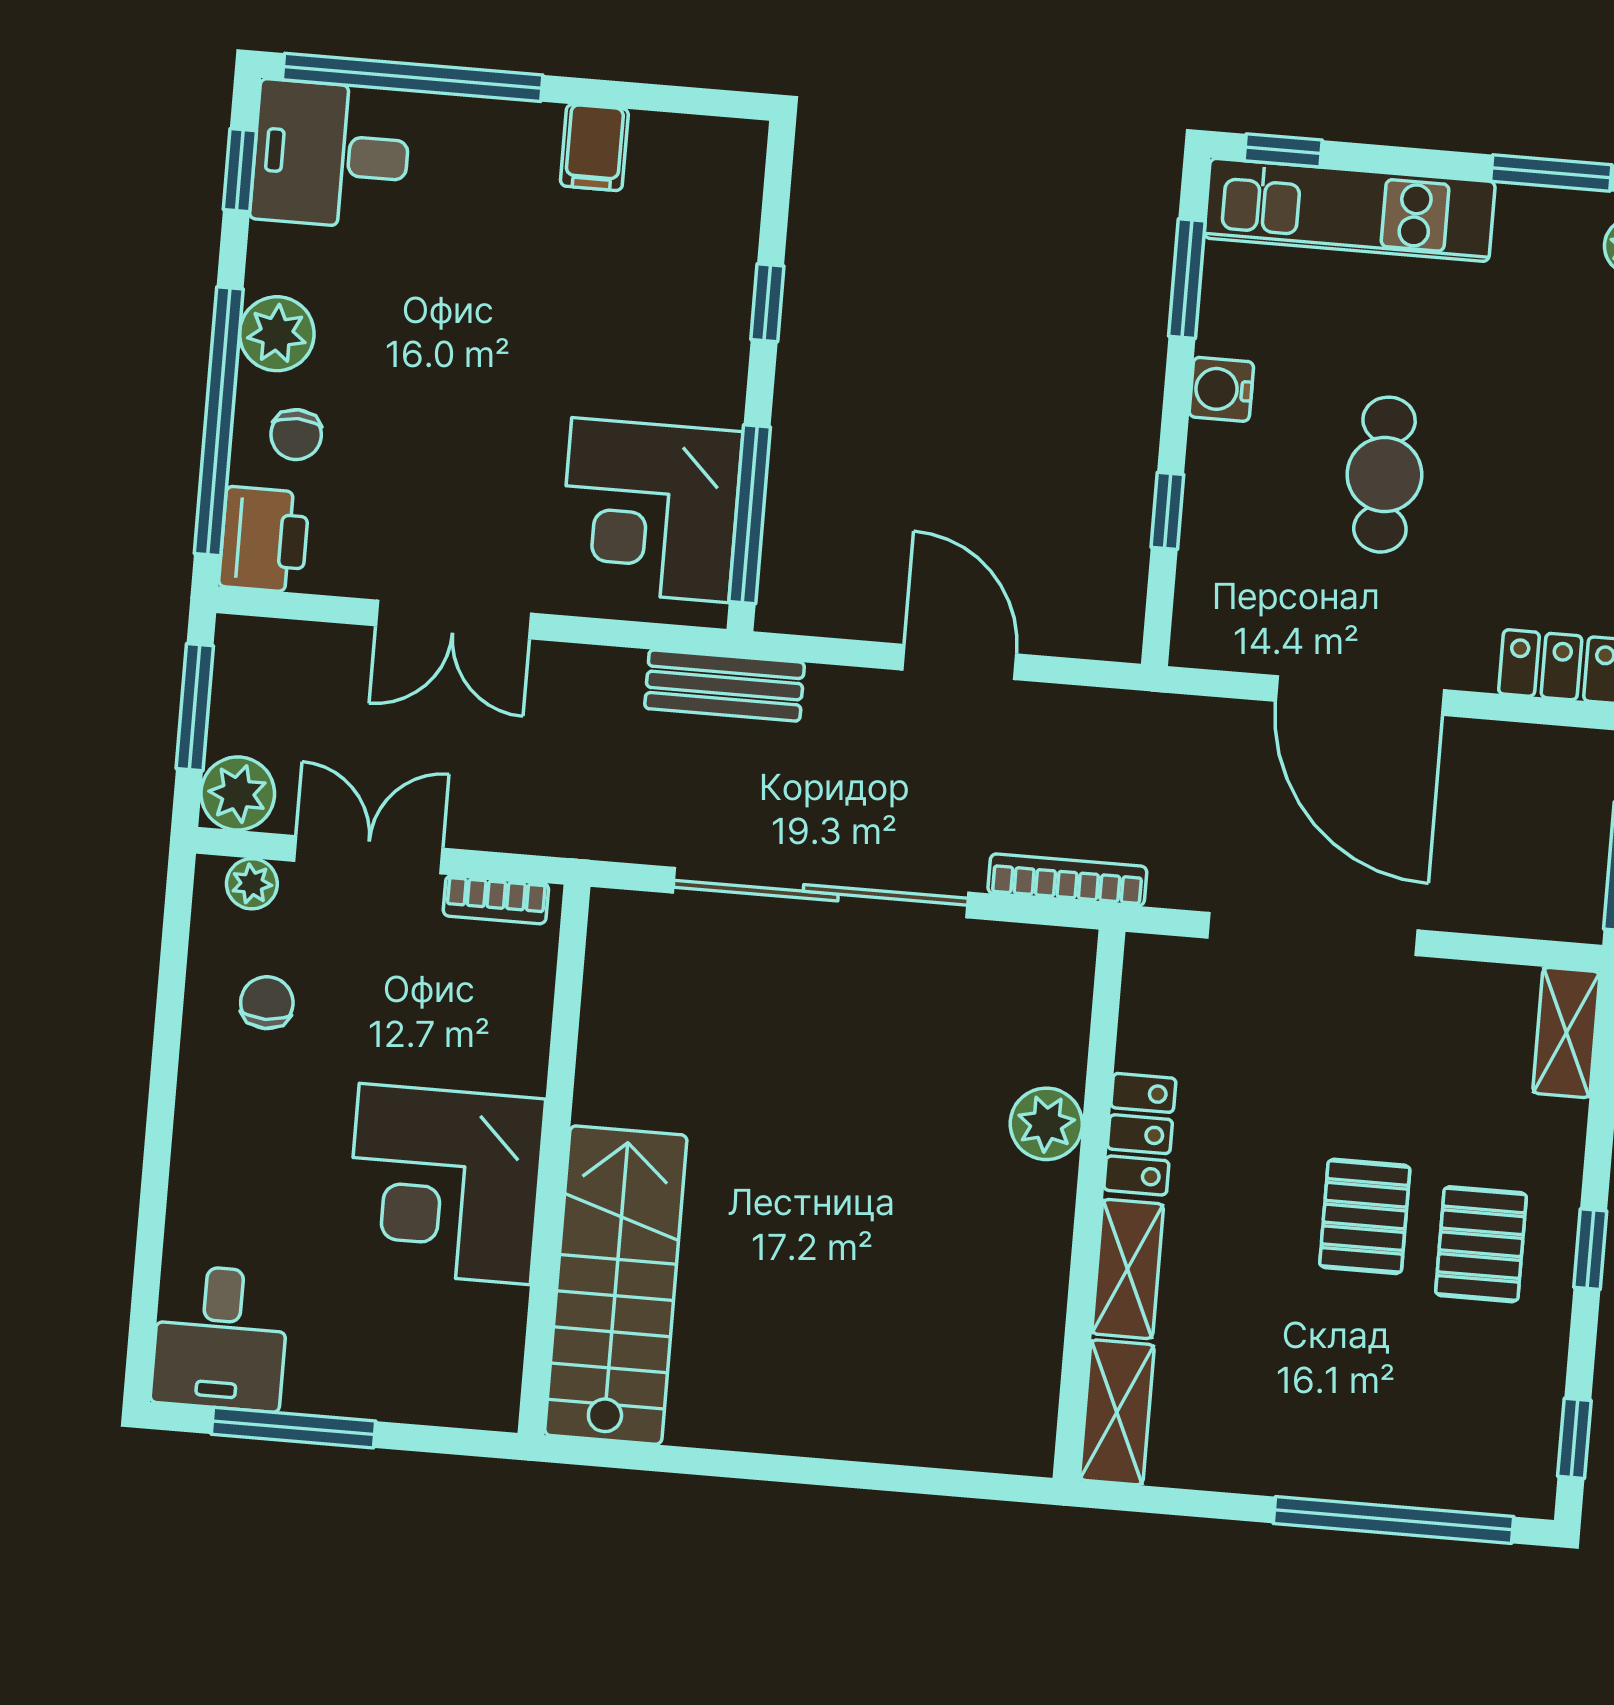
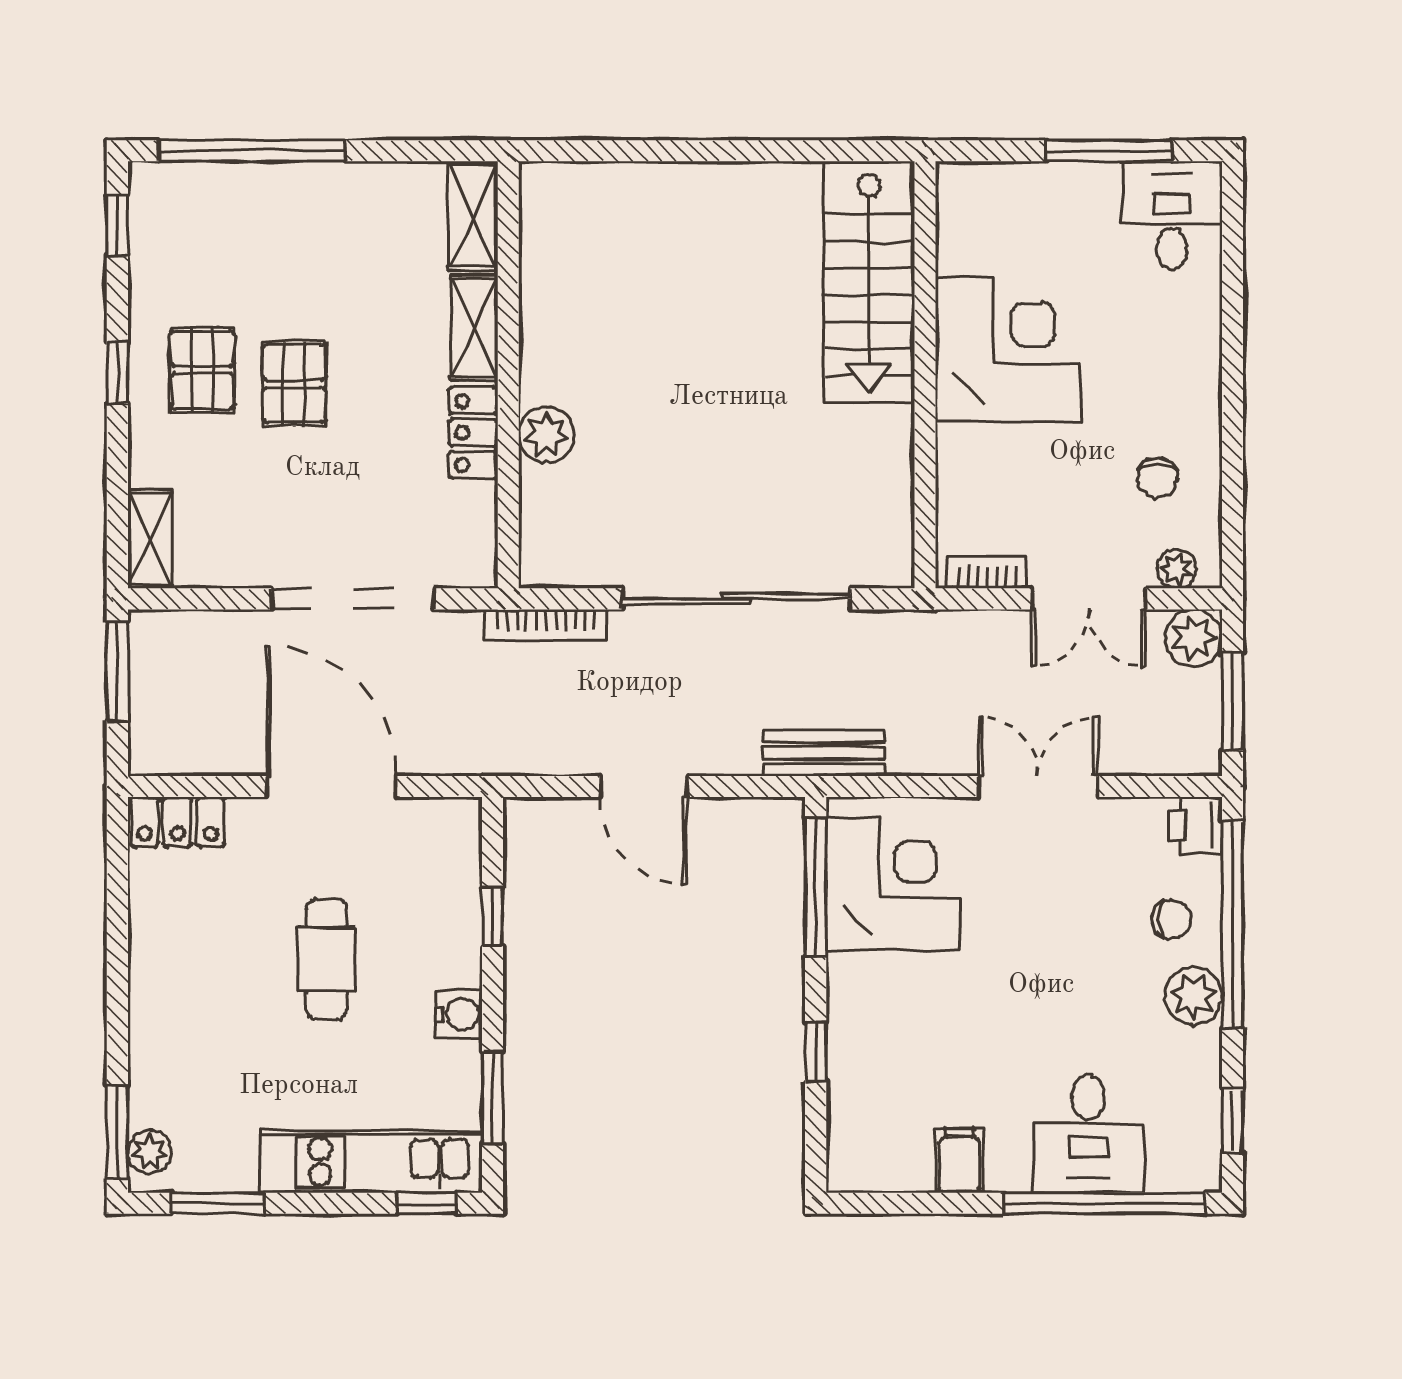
desk: (331, 155) -> (1088, 1134), moved, turned 90
chair: (296, 435) -> (1172, 919), turned 89
printer: (264, 540) -> (1196, 826), width x0.73, depth x0.81

